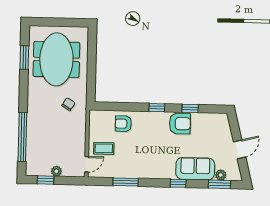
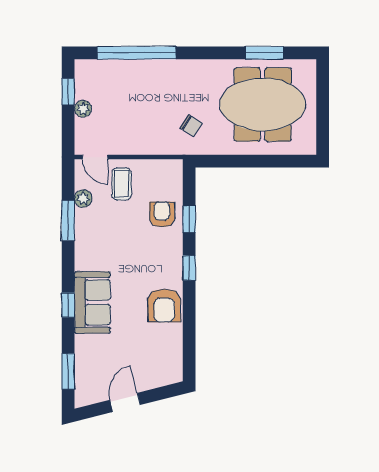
window: (190, 108) -> (189, 219), moved
door: (240, 149) -> (125, 402), swing flipped
sofa: (195, 169) -> (92, 302), moved
plant: (221, 175) -> (83, 198), moved

